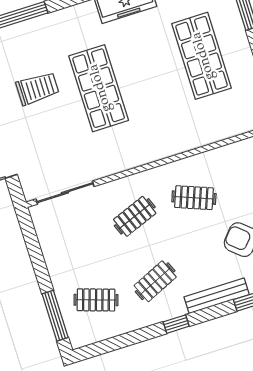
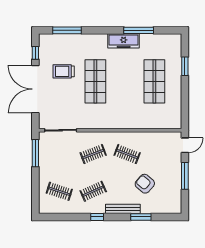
trolley: (37, 88) -> (64, 71), turned 180
window: (55, 316) -> (35, 153), moved

